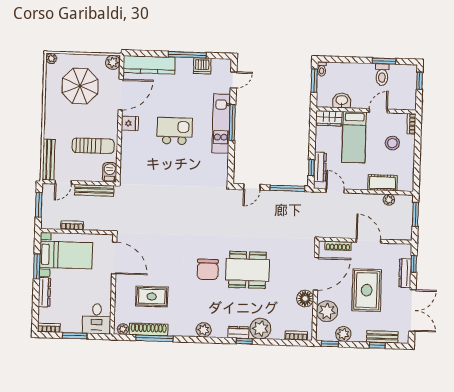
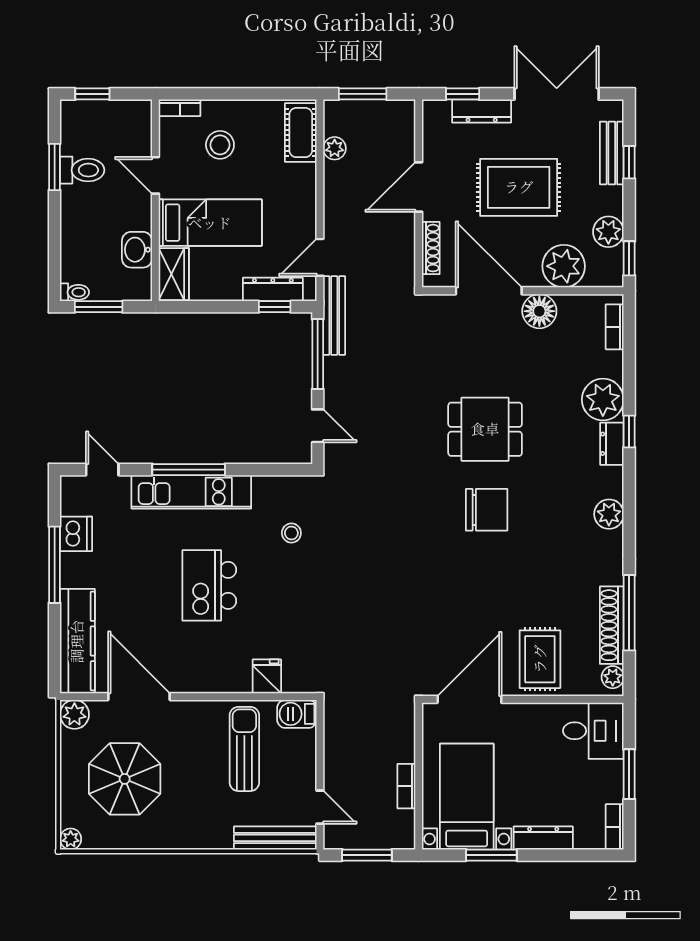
fridge: (130, 123) -> (267, 676), moved
stool: (199, 172) -> (291, 533), added
cot: (383, 183) -> (301, 133), moved
bench: (94, 190) -> (334, 316), moved
dining table: (248, 270) -> (485, 429), width x0.73
rug: (152, 296) -> (540, 659), moved

